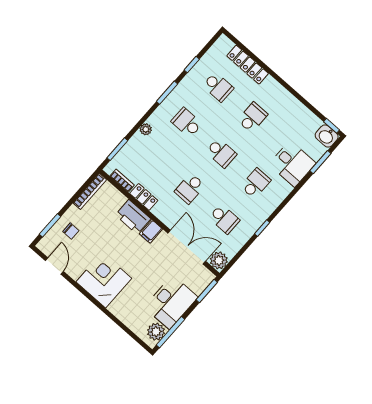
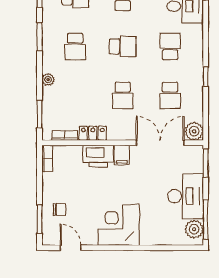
school desk: (187, 123) -> (75, 46), turned -90
bookcase: (90, 191) -> (47, 158), width x0.64
school desk: (224, 219) -> (170, 95), turned 90

